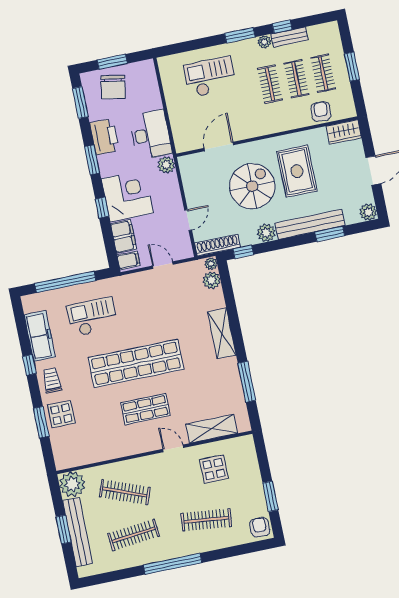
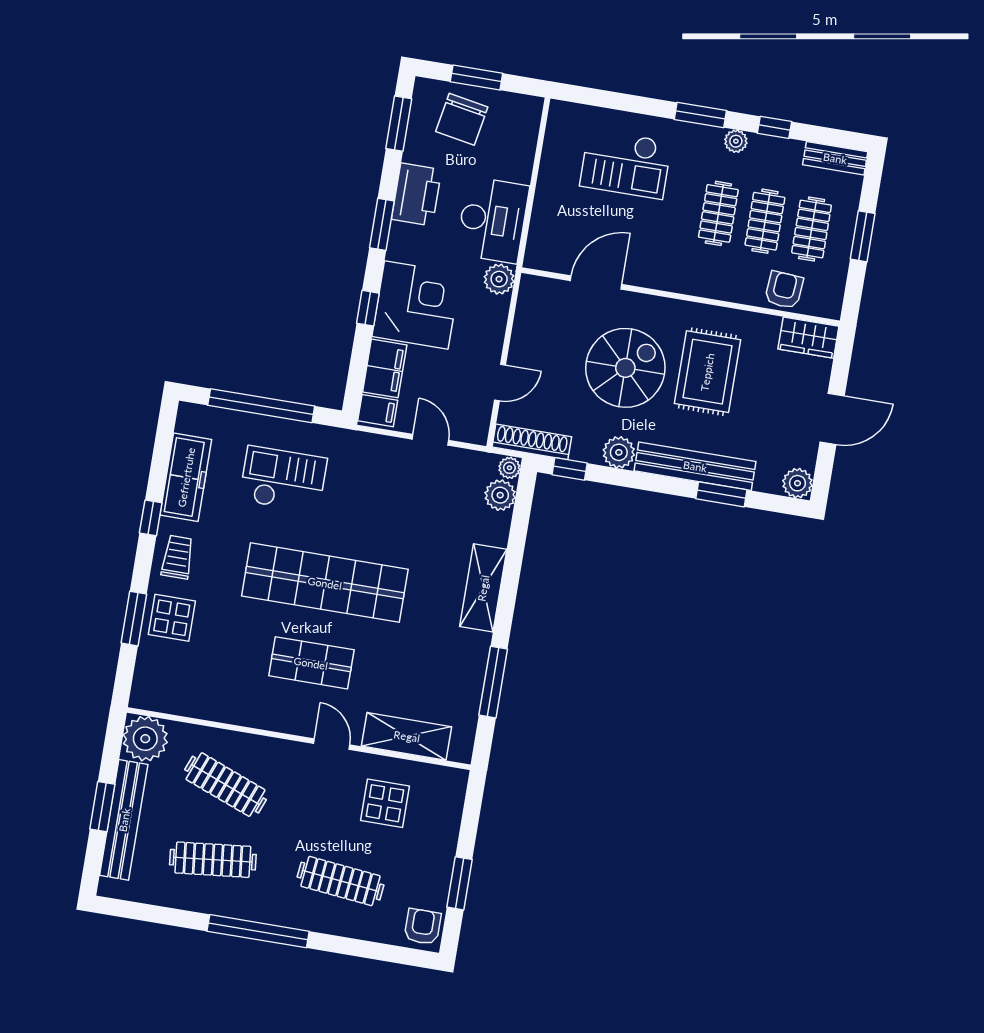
bench: (289, 37) -> (835, 158), moved
checkout: (210, 77) -> (626, 164), turned 180

